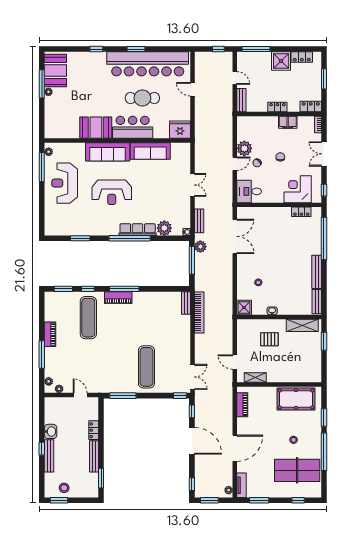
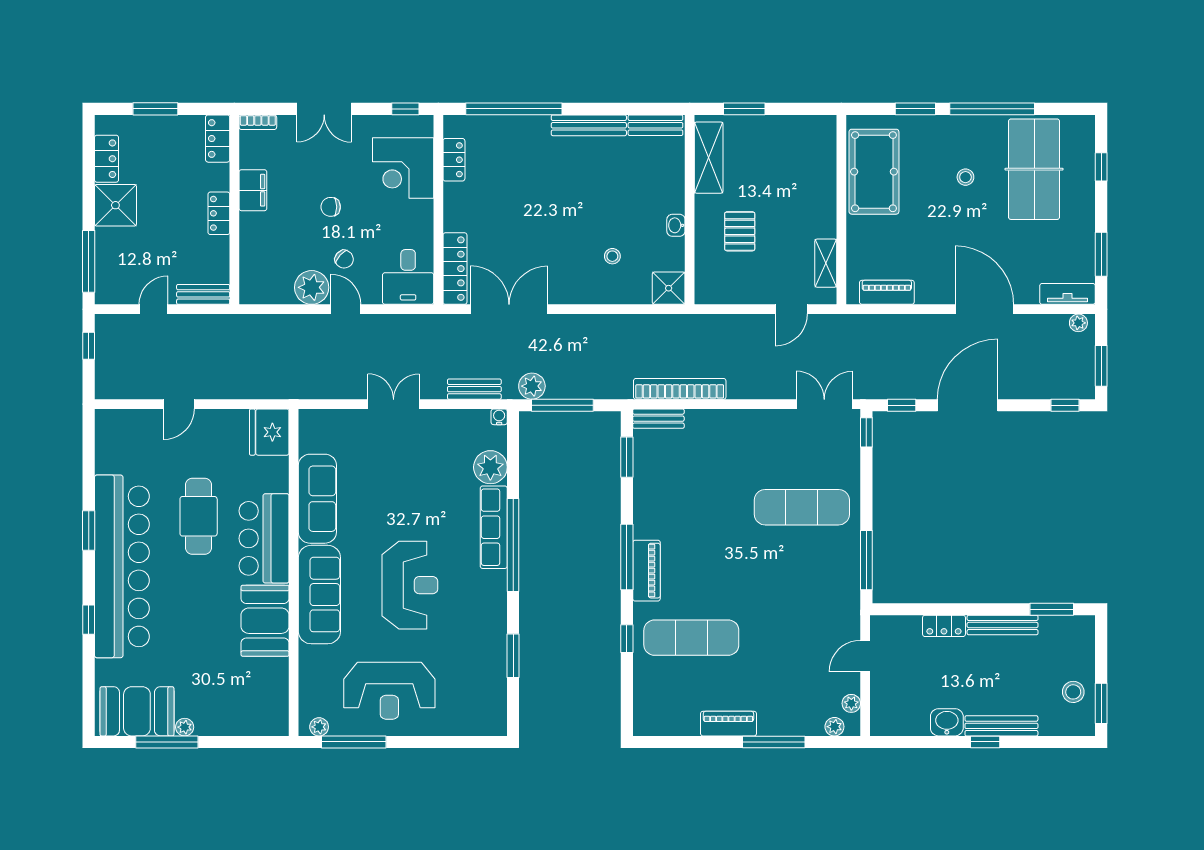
bar counter: (148, 64) -> (122, 566), moved
locker: (253, 212) -> (455, 269), added
window: (63, 289) -> (627, 457), moved

